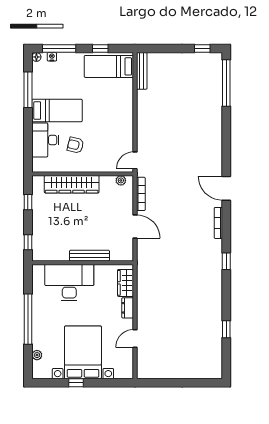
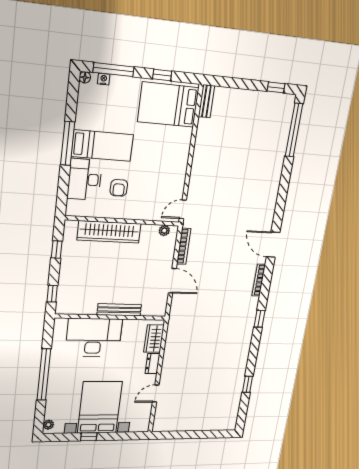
bed: (109, 66) -> (168, 105), width x1.50
bench: (142, 71) -> (206, 101), width x0.73
window: (28, 90) -> (68, 143), moved
armchair: (75, 145) -> (119, 188), turned -104
plant: (37, 355) -> (48, 425), moved

